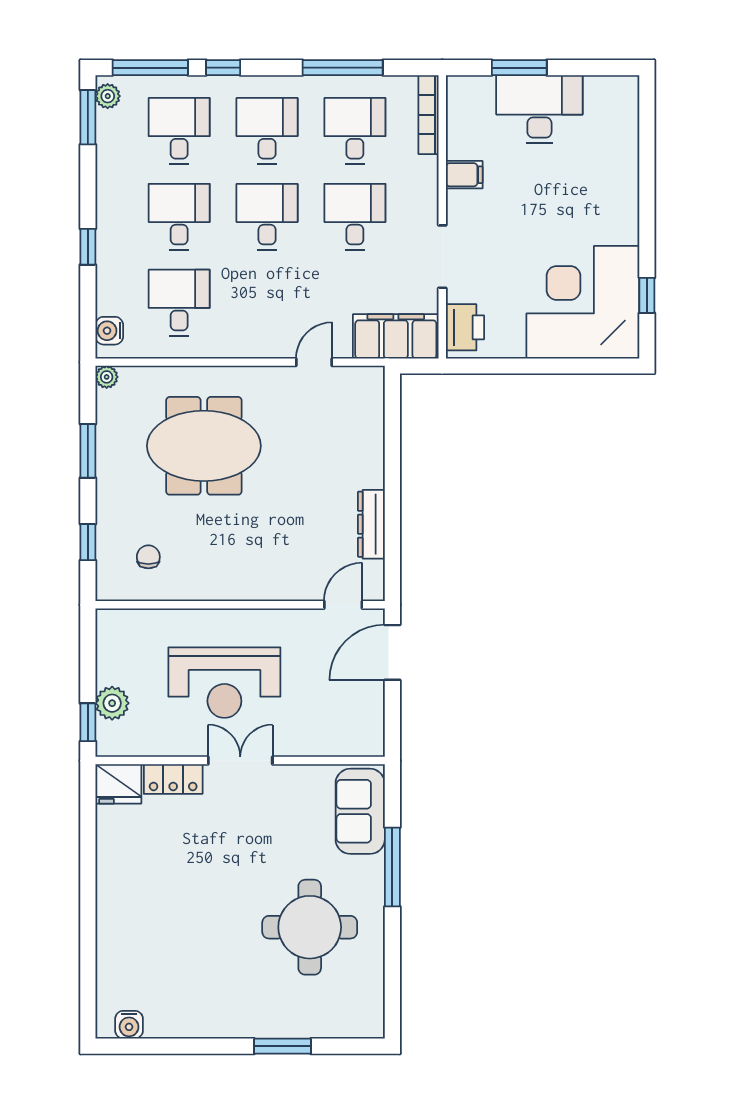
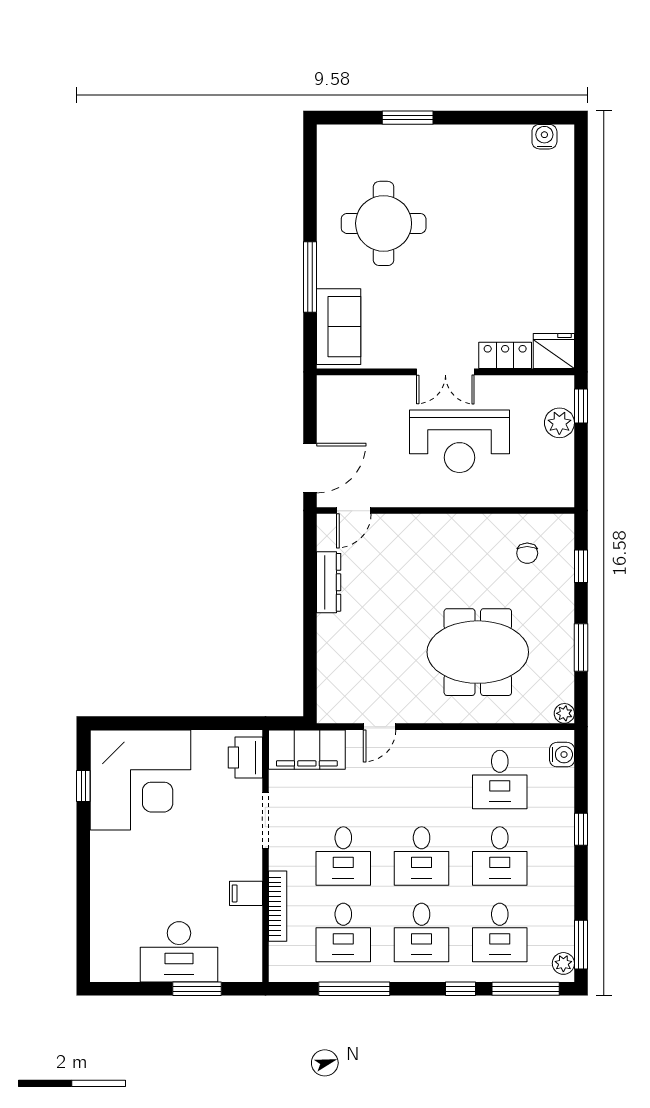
bookcase: (429, 115) -> (278, 906), moved
reception desk: (224, 683) -> (459, 441), turned 180

